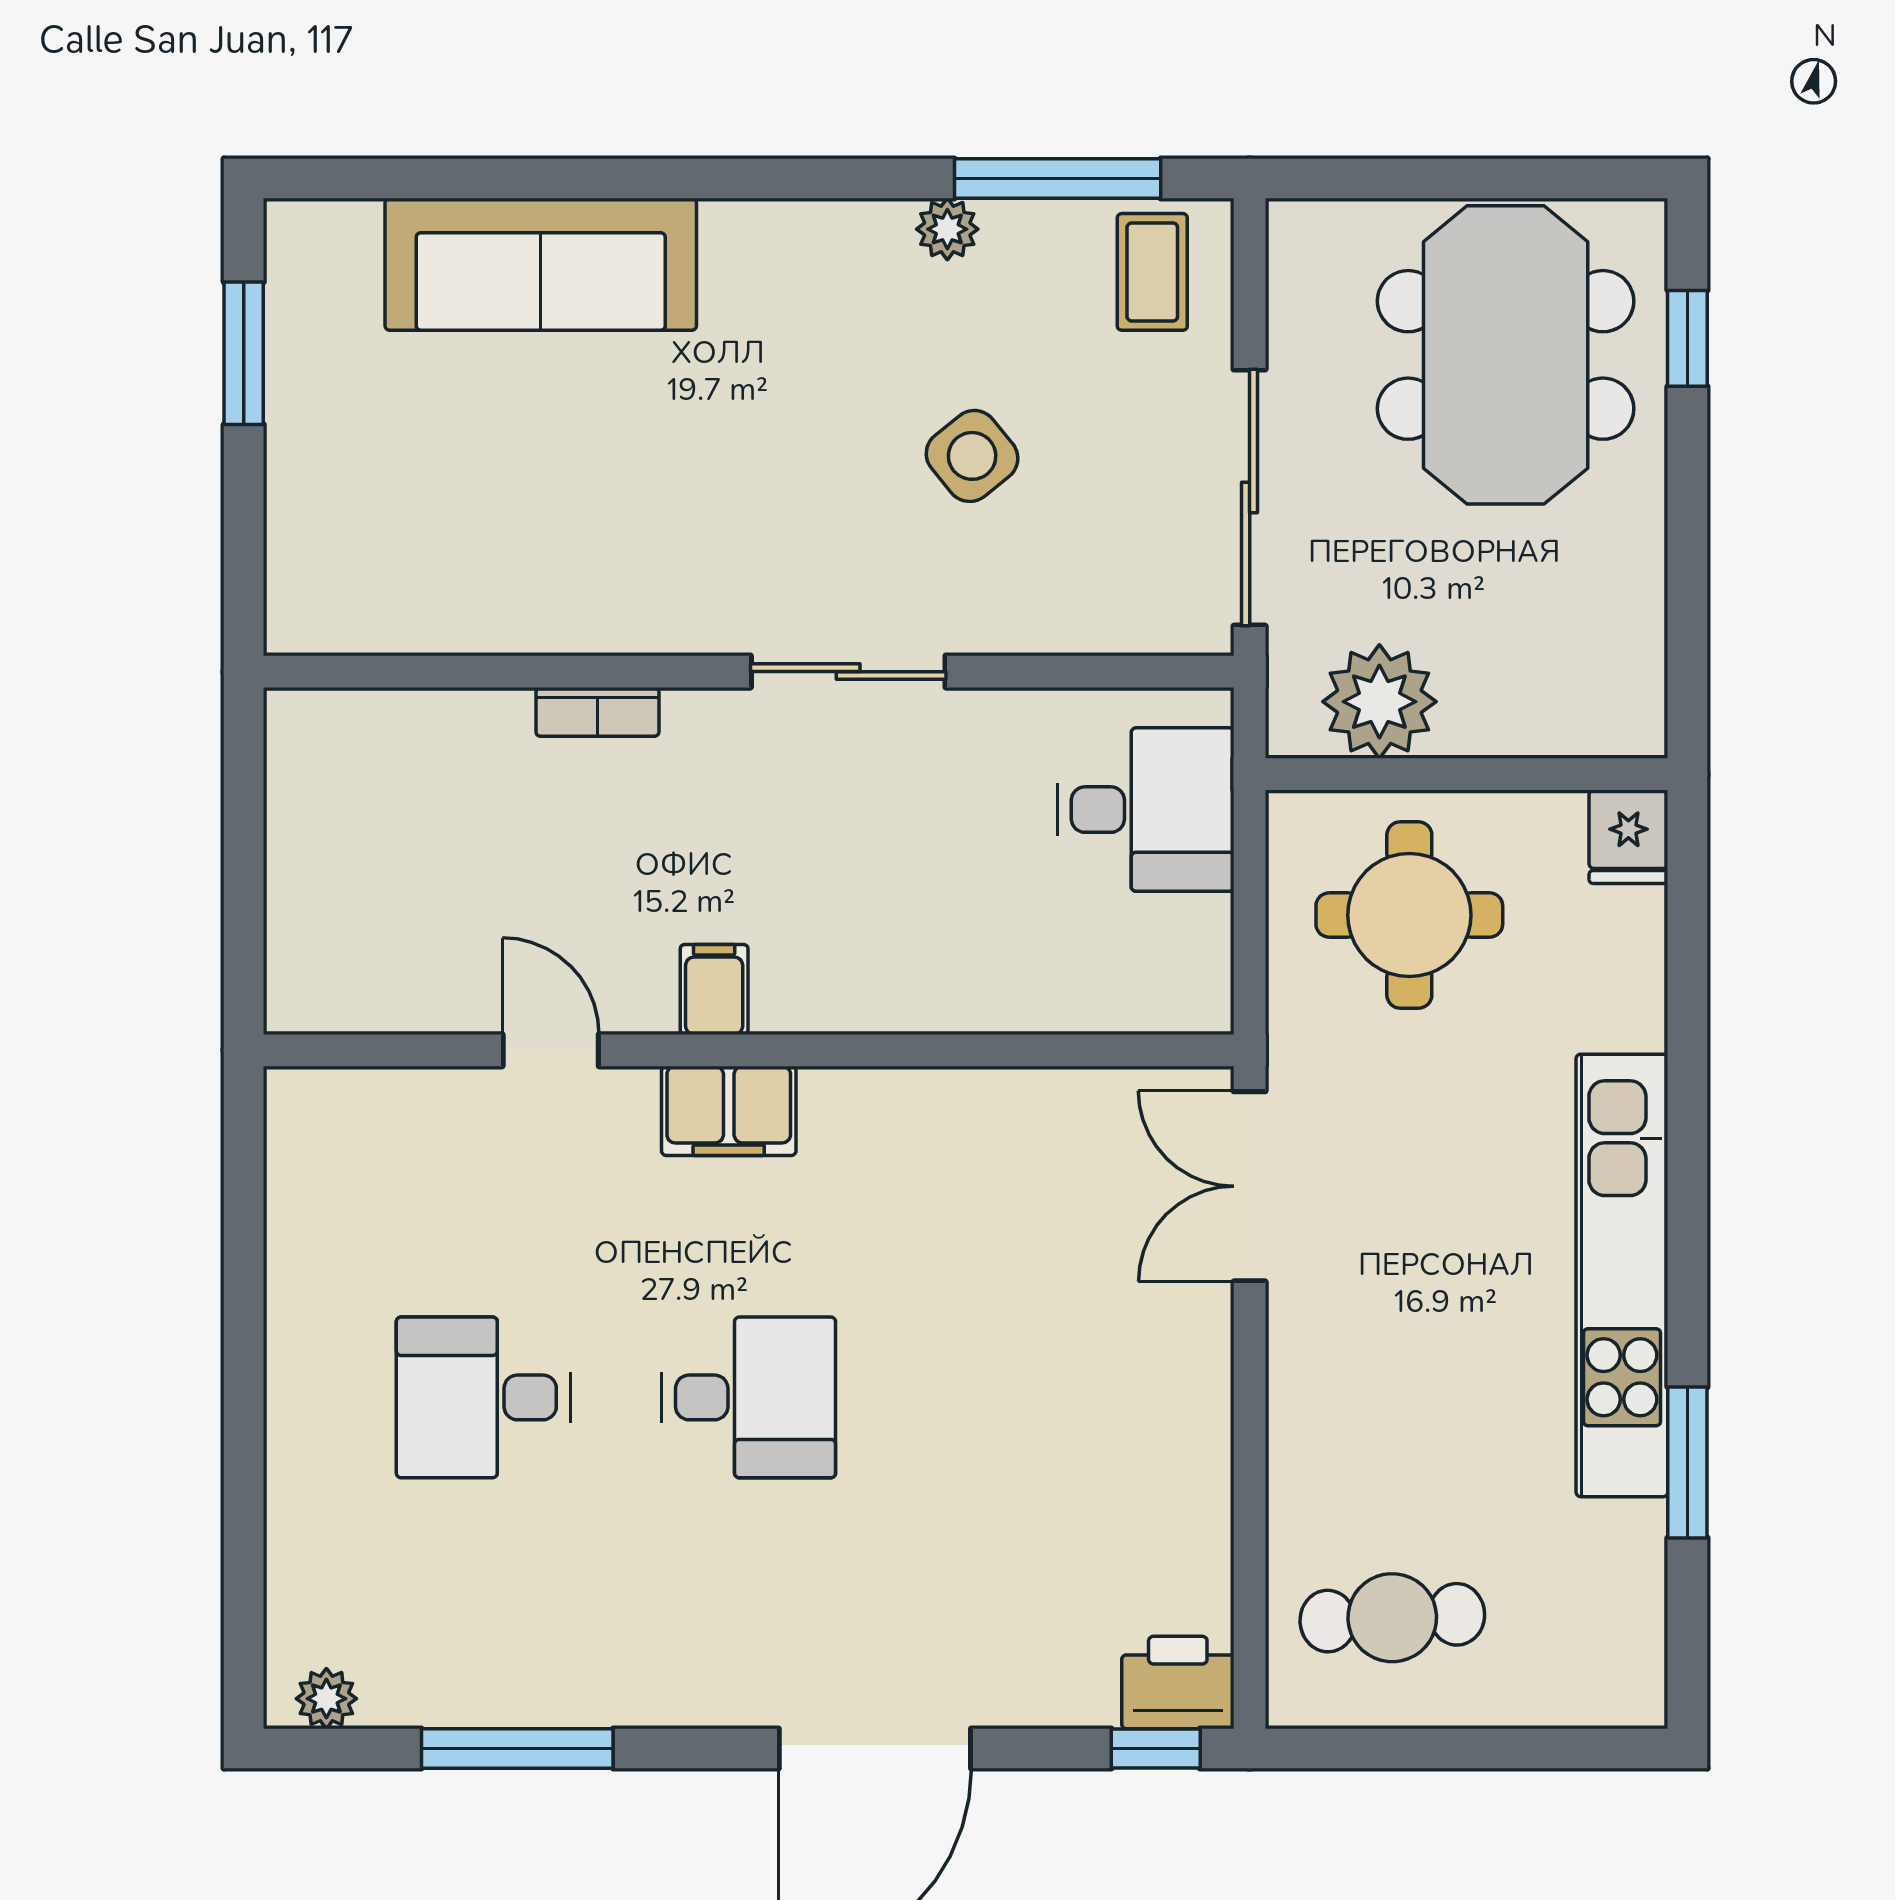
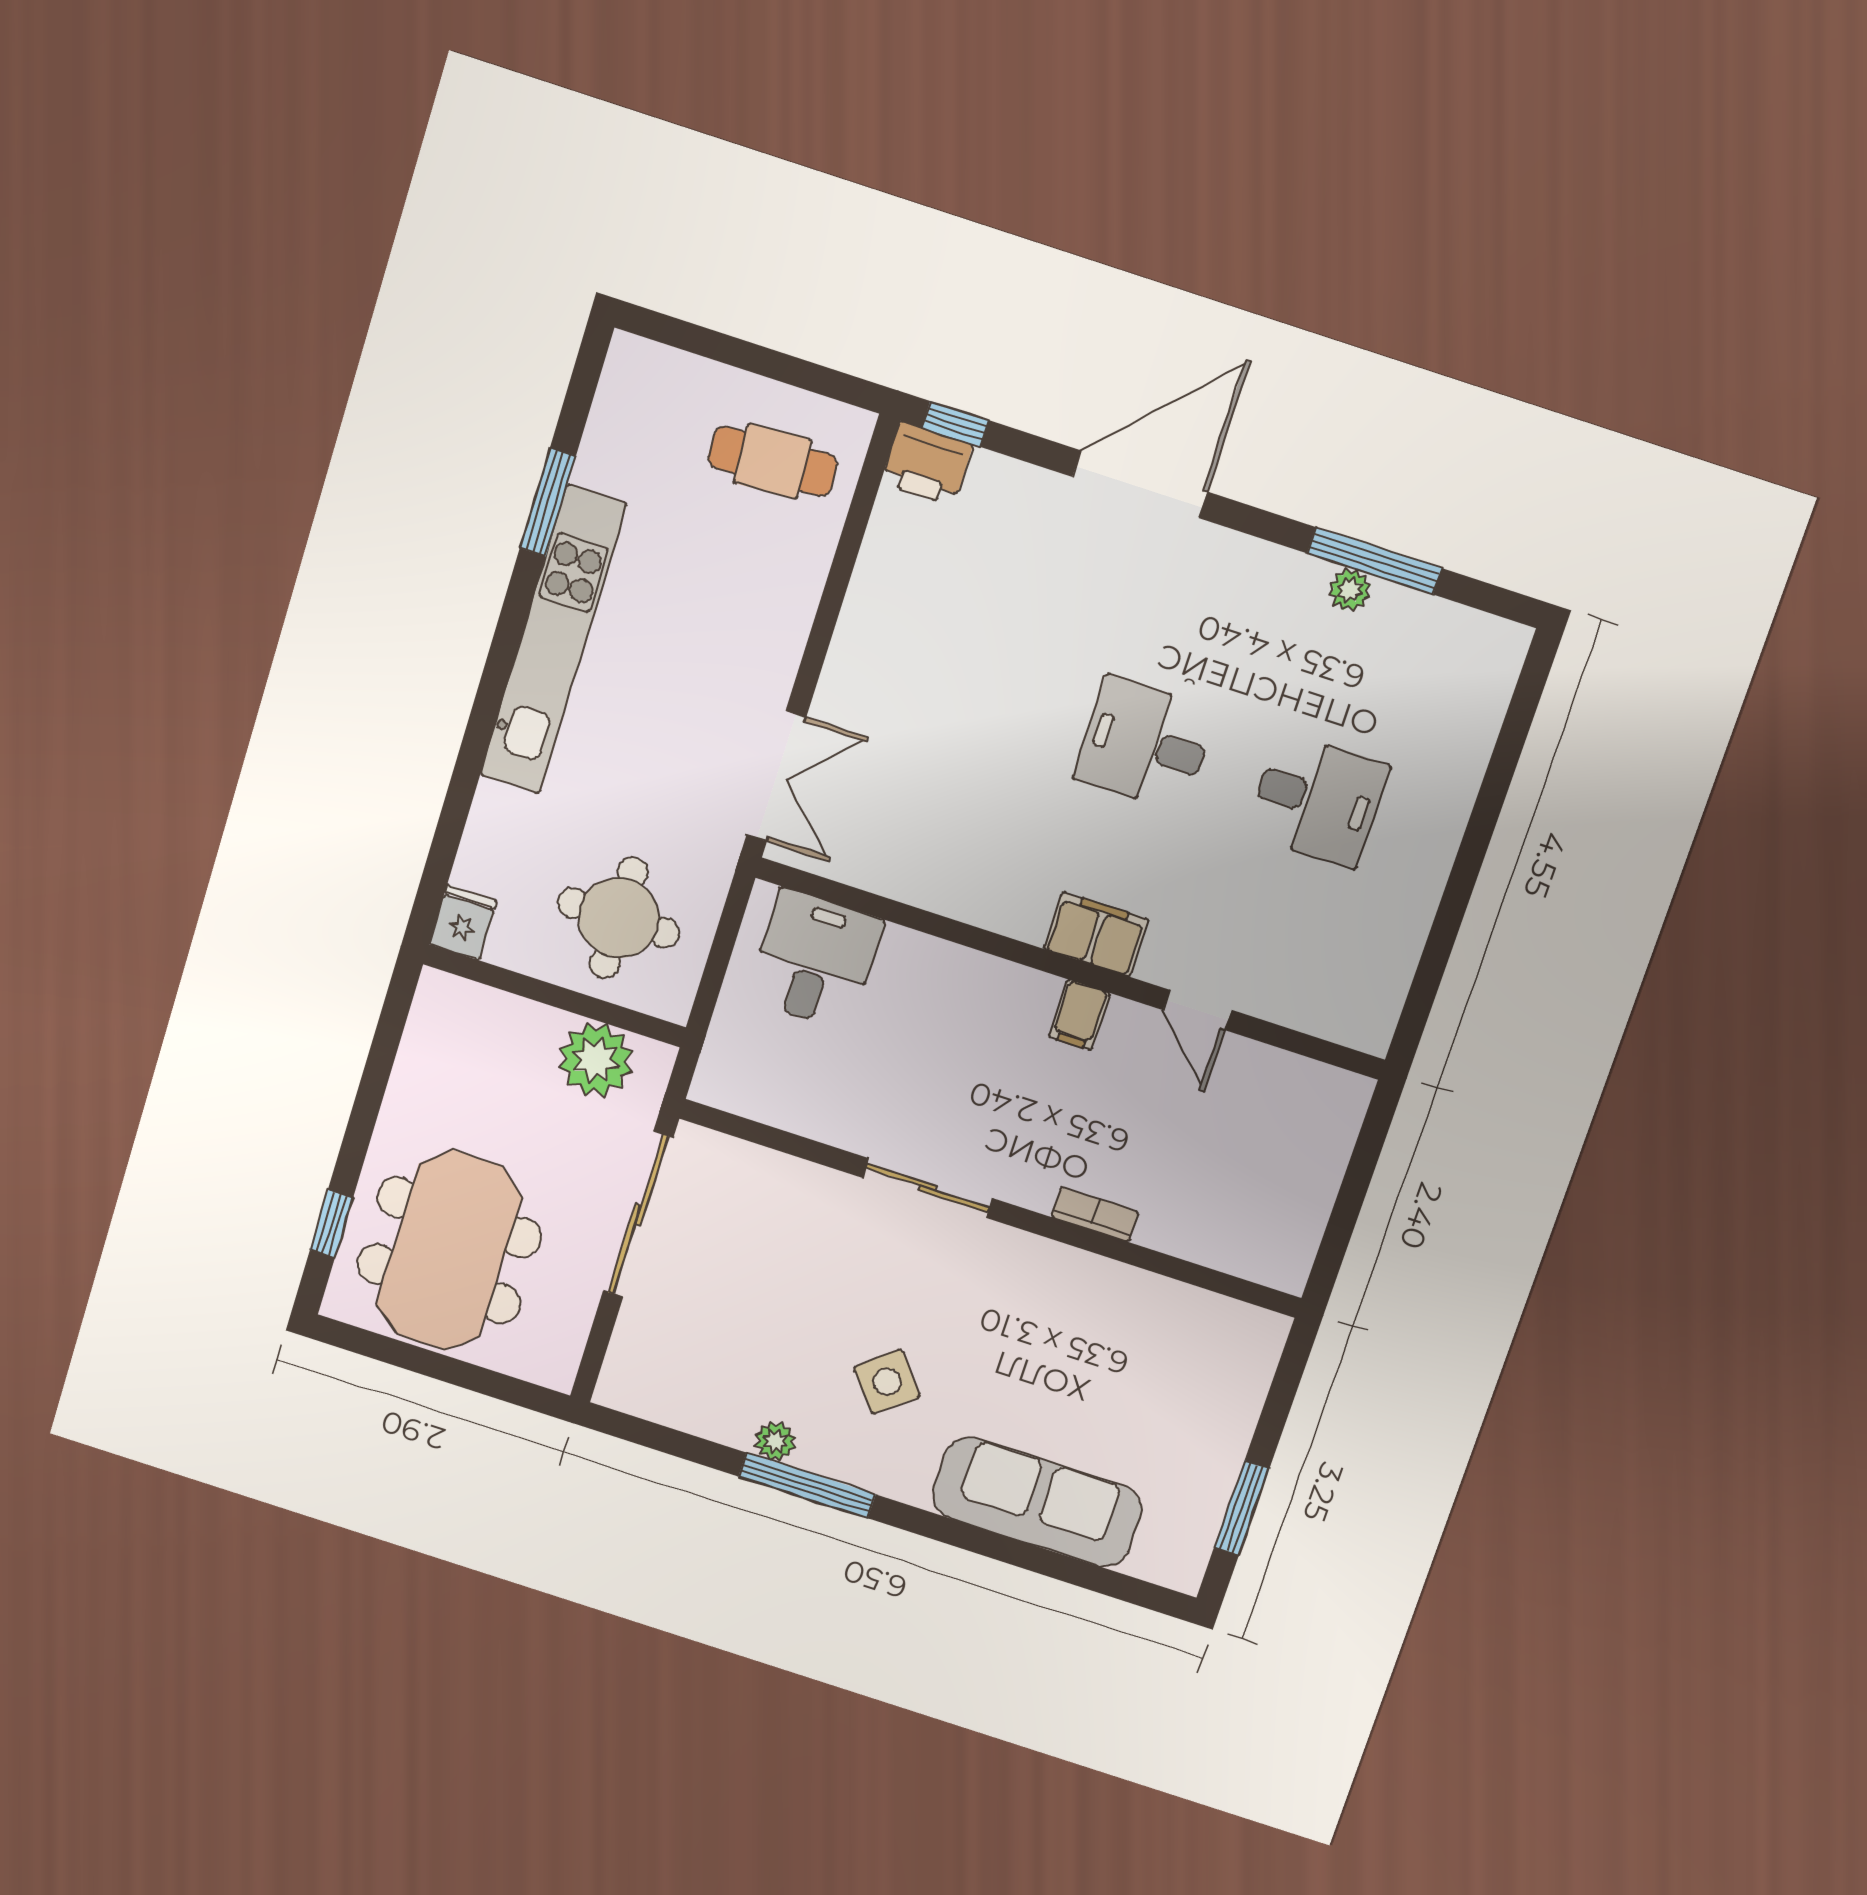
window: (1058, 179) -> (807, 1485), moved
coffee table: (1152, 272) -> (655, 1373), removed
side table: (972, 456) -> (887, 1382), moved
desk: (1146, 810) -> (815, 960), moved, turned 90
plant: (326, 1699) -> (1350, 590), moved

